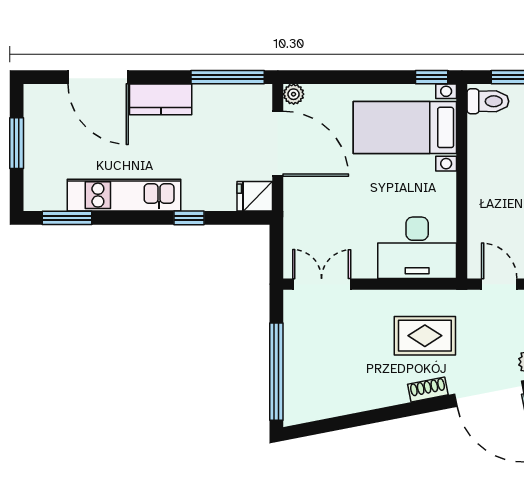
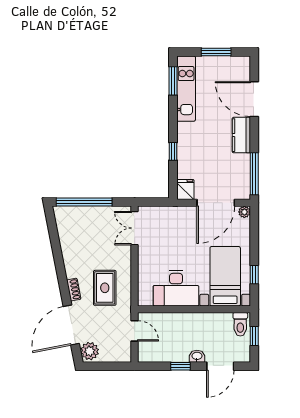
door: (98, 77) -> (254, 99), hinge flipped
window: (432, 77) -> (254, 275), moved
kitchen unit: (124, 195) -> (186, 89), moved
desk: (417, 248) -> (176, 288), moved, turned -90
double door: (322, 284) -> (135, 228), swing flipped
door: (499, 284) -> (135, 331), hinge flipped

